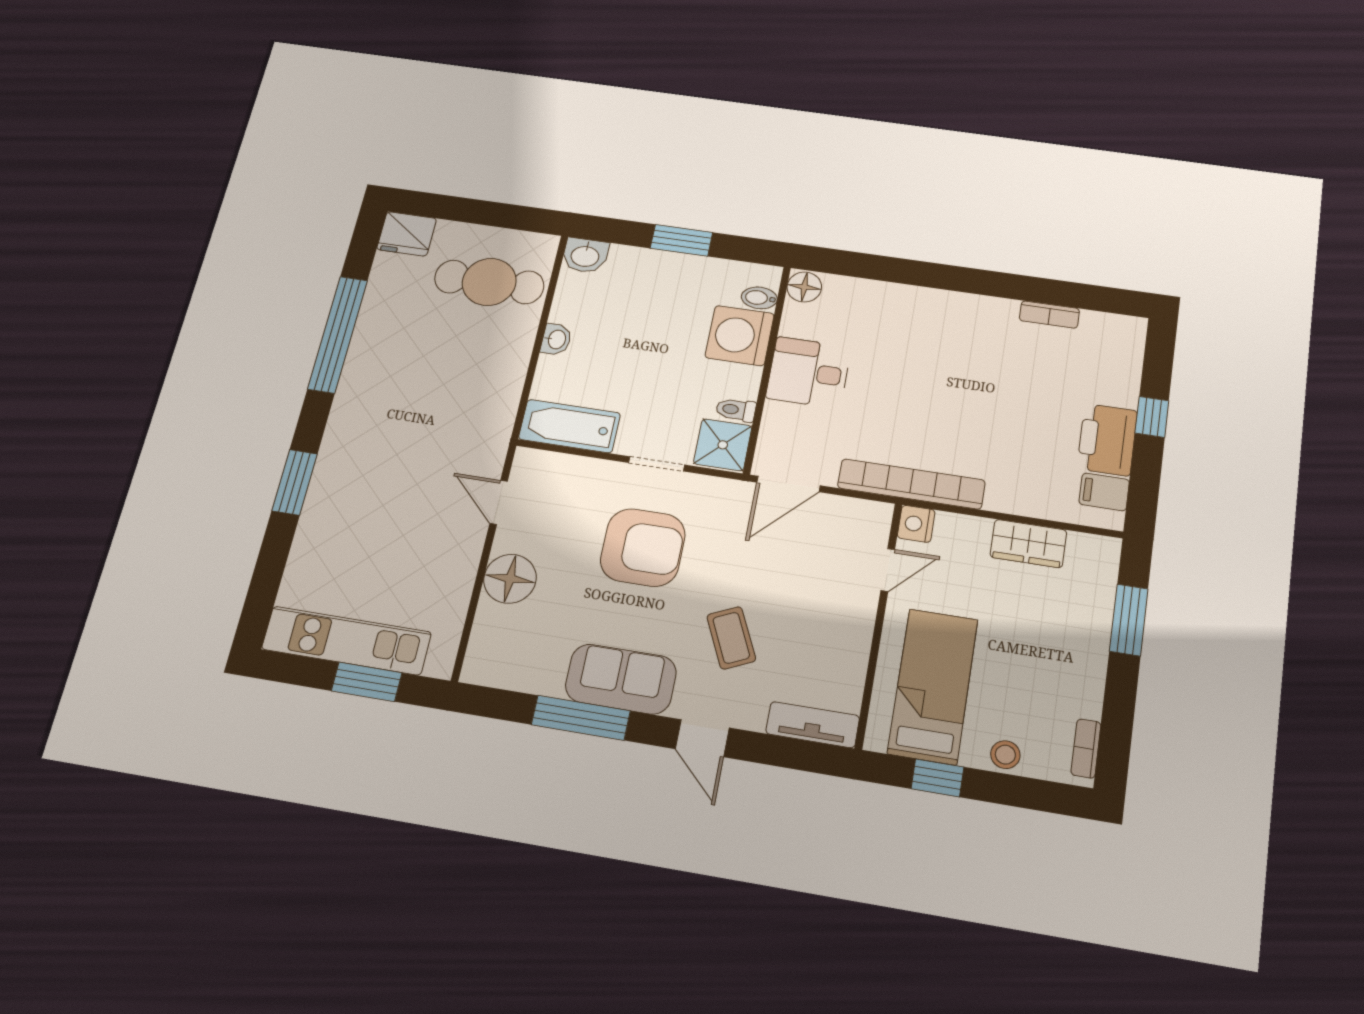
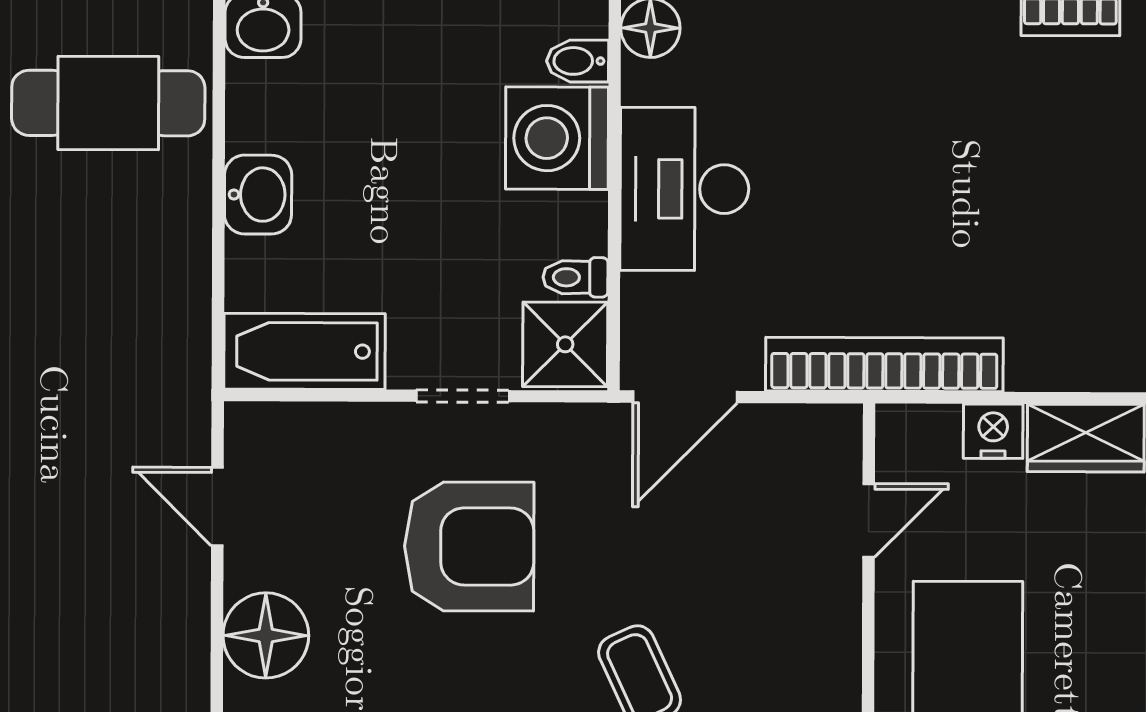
washbasin: (556, 339) -> (258, 195), width x1.38, depth x1.45
desk: (809, 372) -> (684, 189), width x1.37
nightstand: (916, 524) -> (993, 431), moved, turned 90

